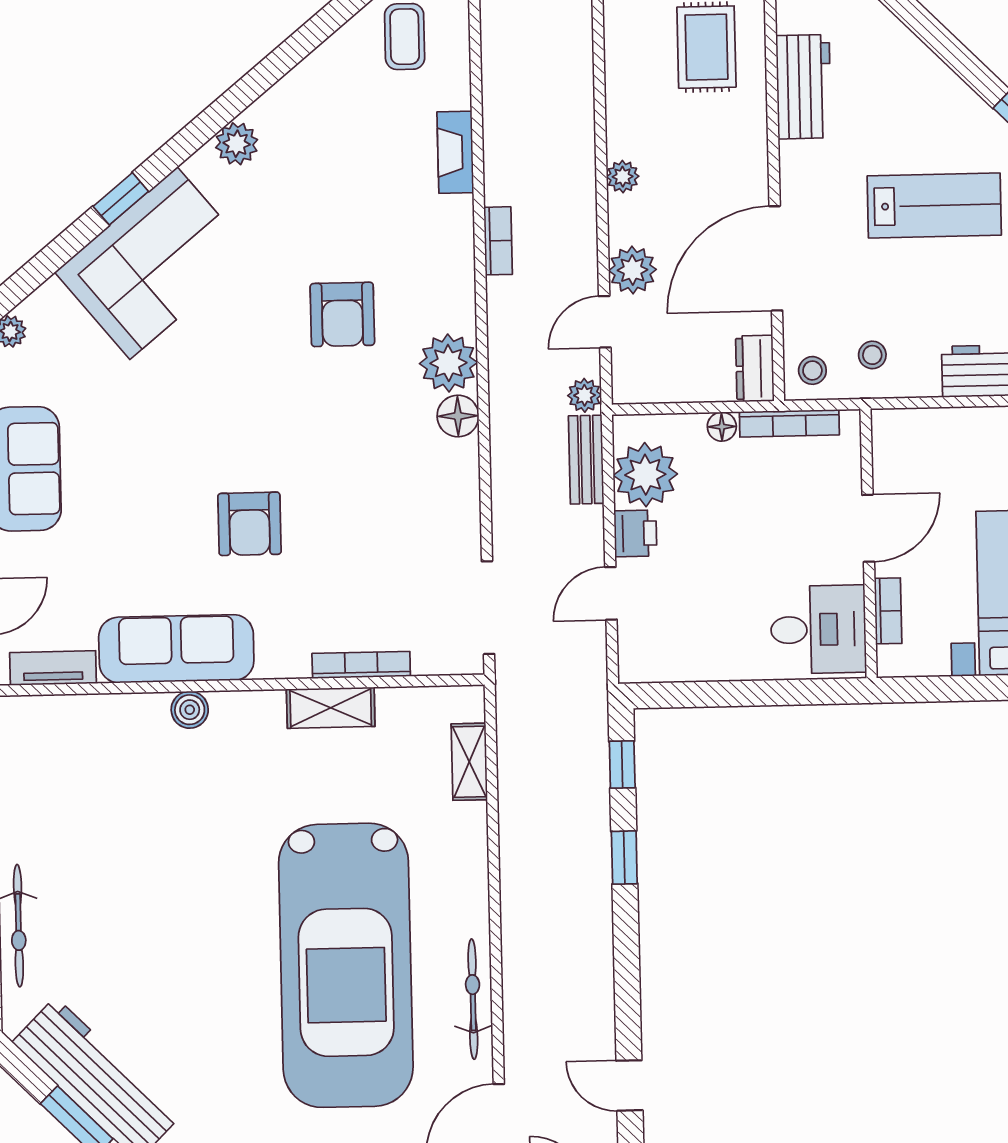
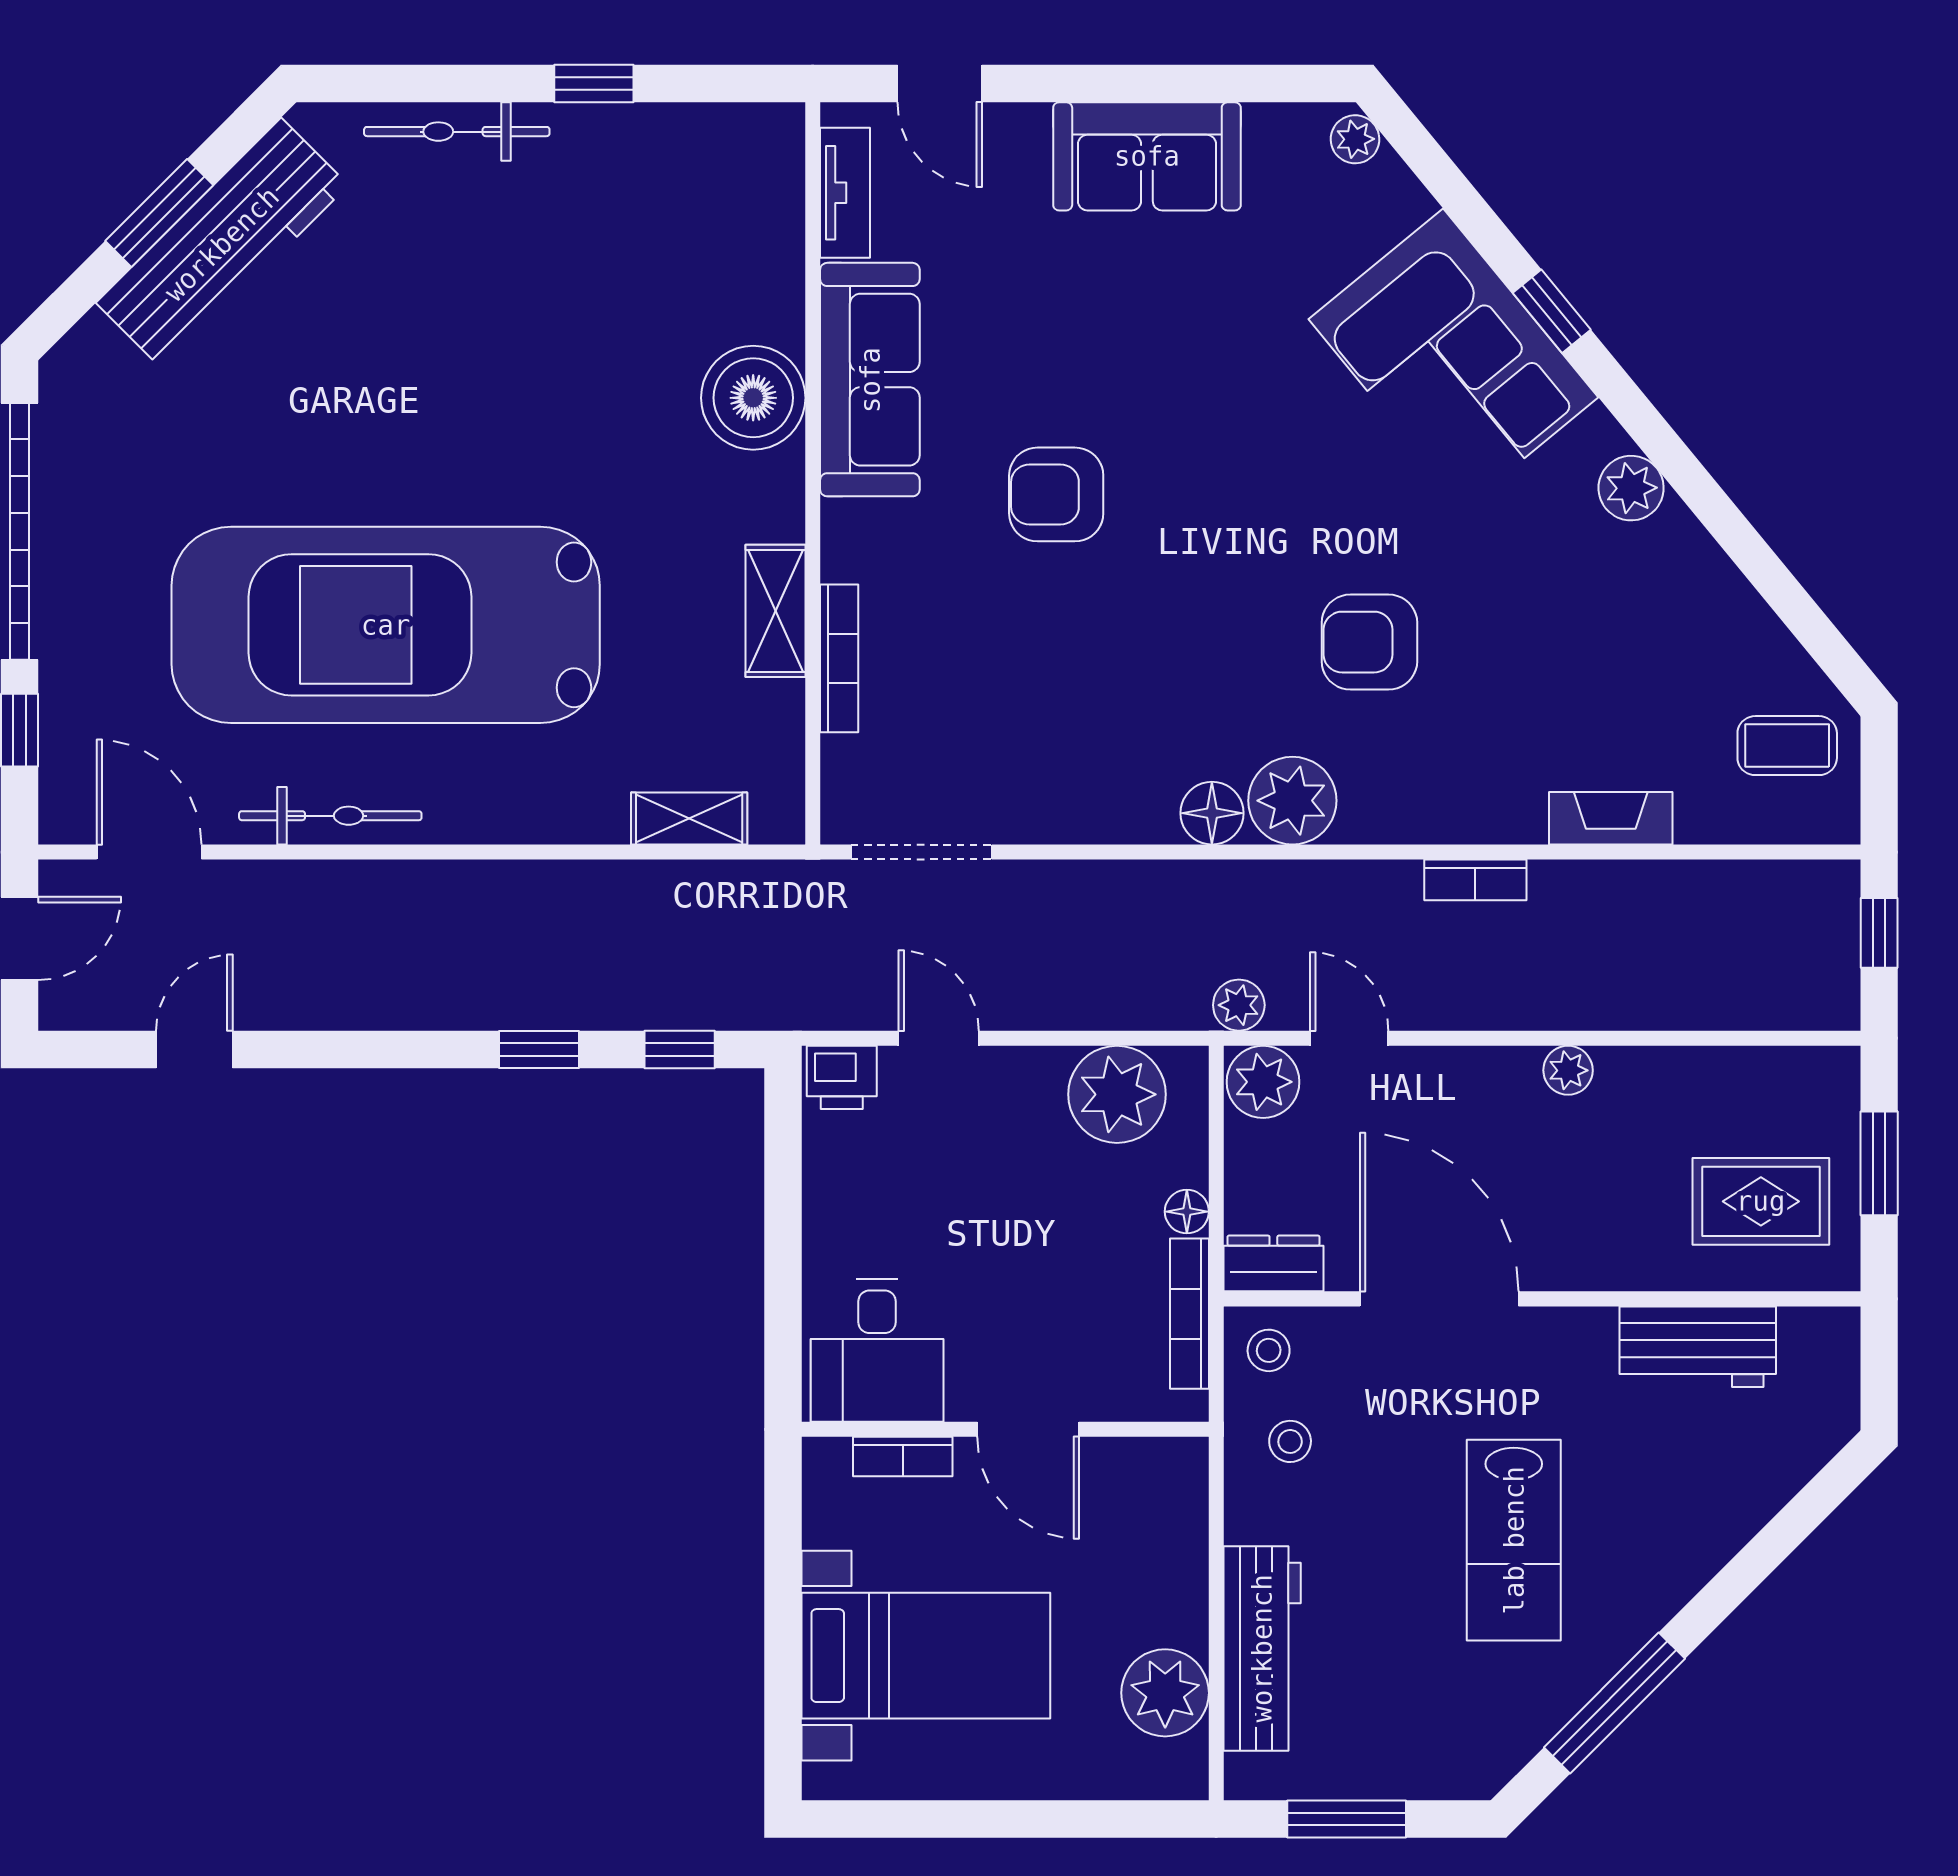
plant: (632, 270) -> (1263, 1082), moved
bench: (586, 460) -> (1142, 1005), removed
printer: (635, 533) -> (842, 1077), moved
boiler: (190, 710) -> (753, 398), width x1.86, depth x1.86

